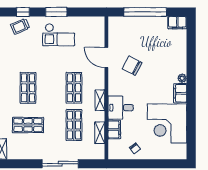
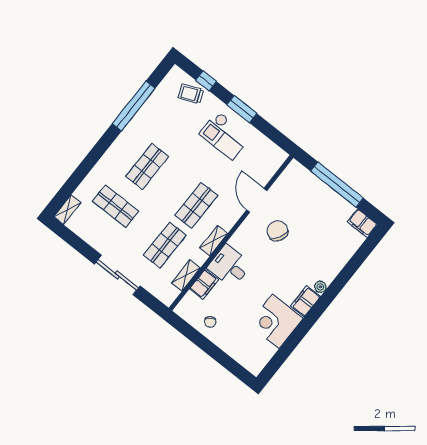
corner desk: (167, 123) -> (276, 321), width x0.74, depth x0.74

